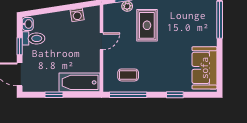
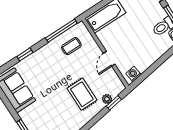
washing machine: (77, 15) -> (133, 74), moved

